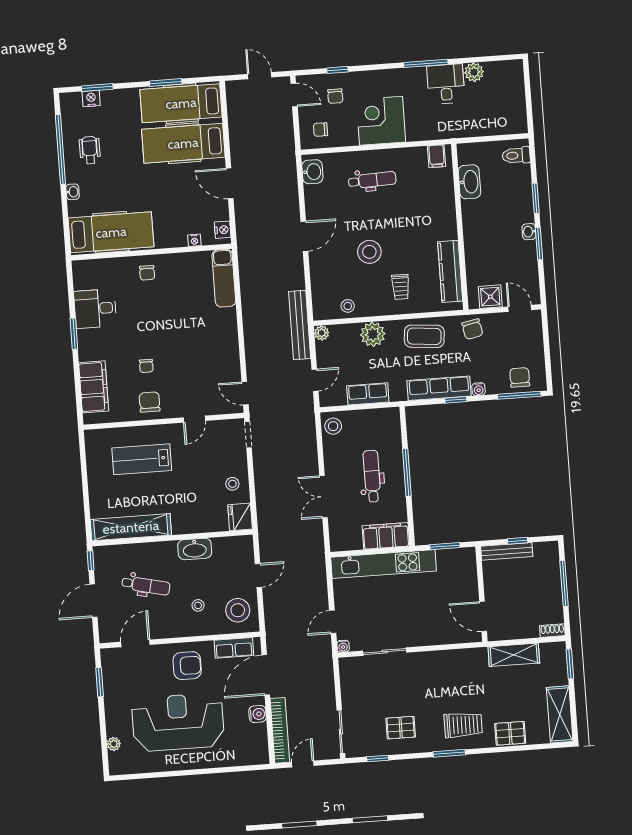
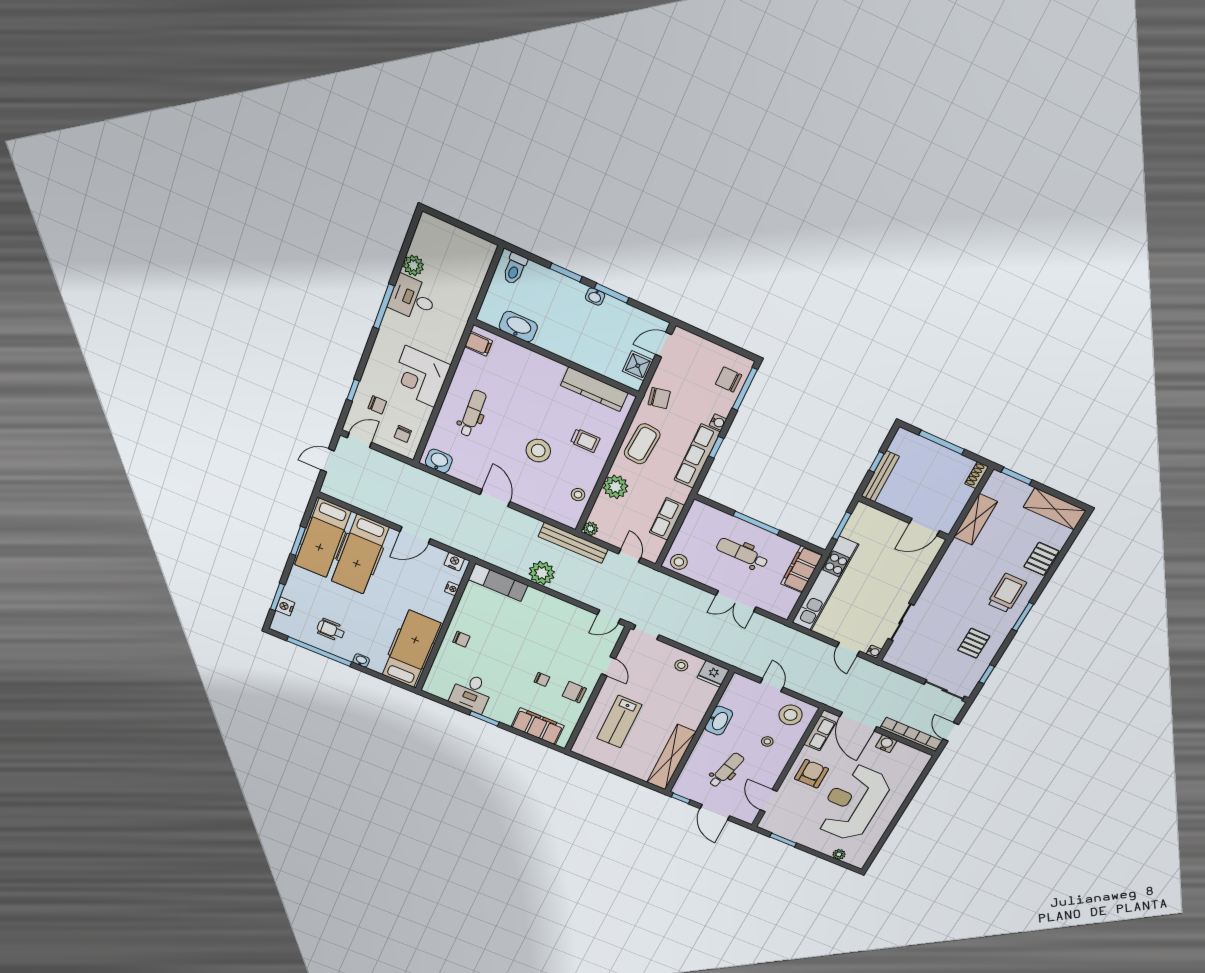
plant: (255, 312) -> (542, 573), added

